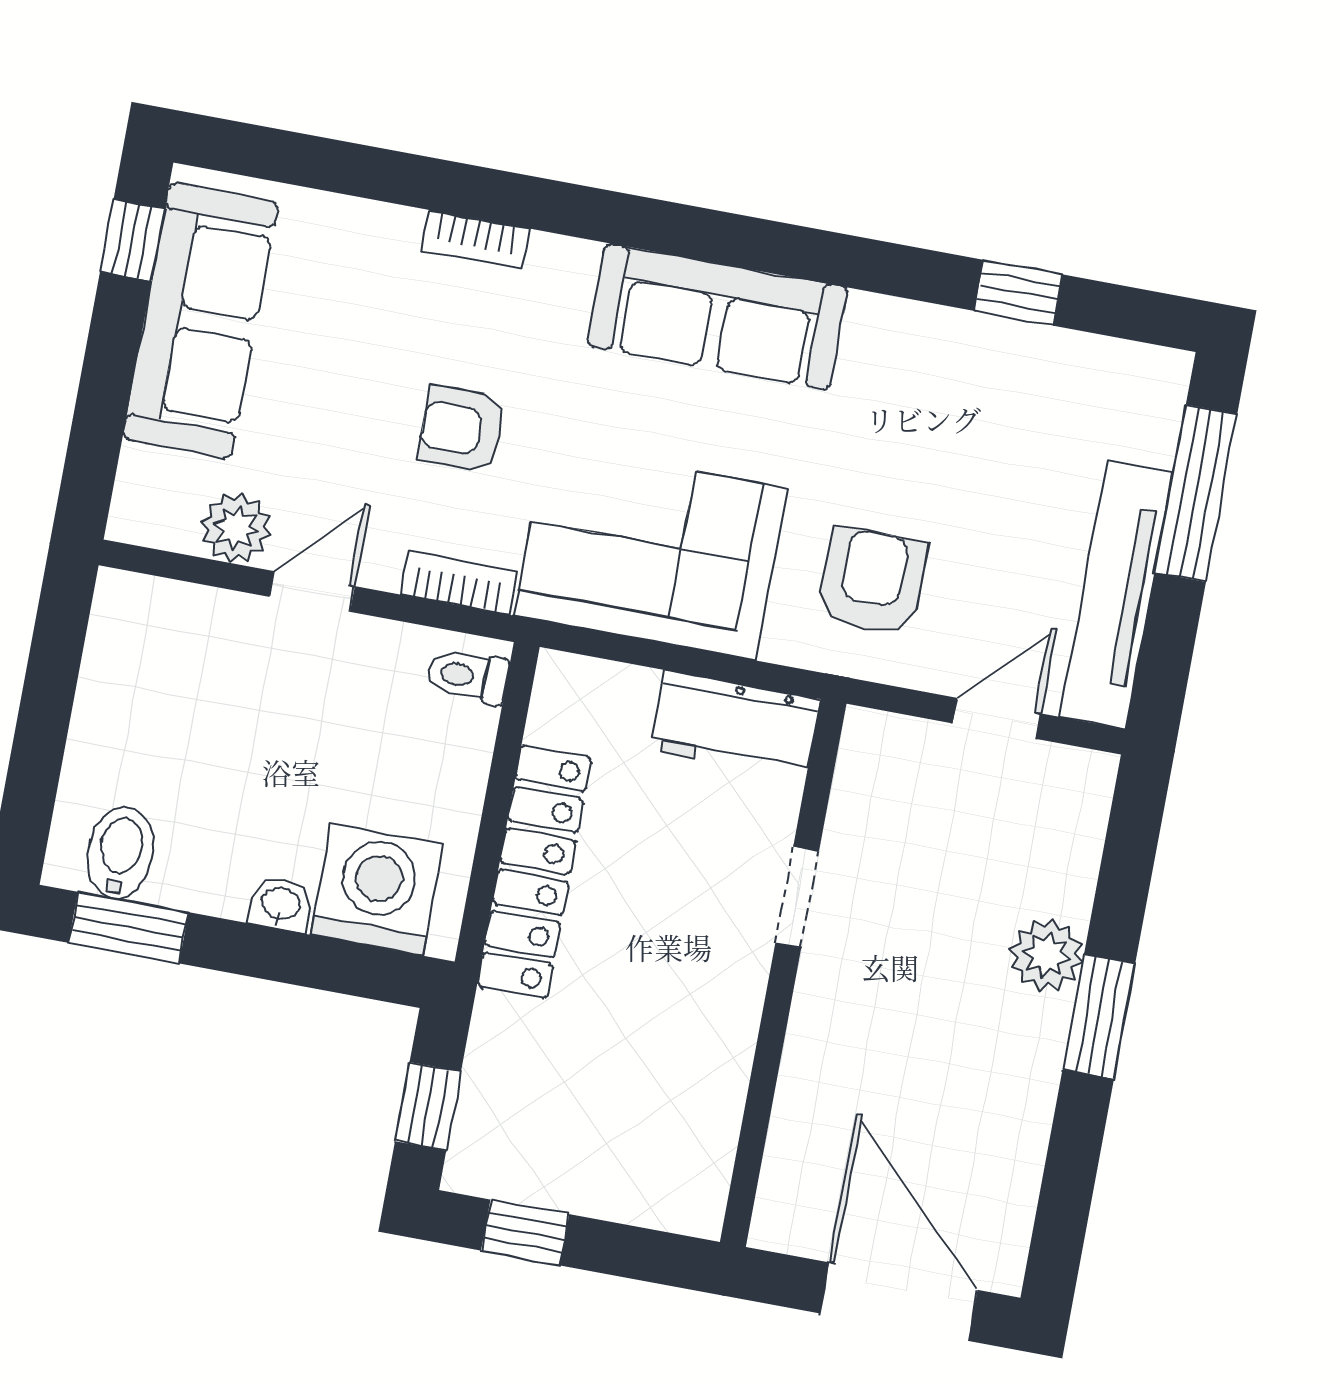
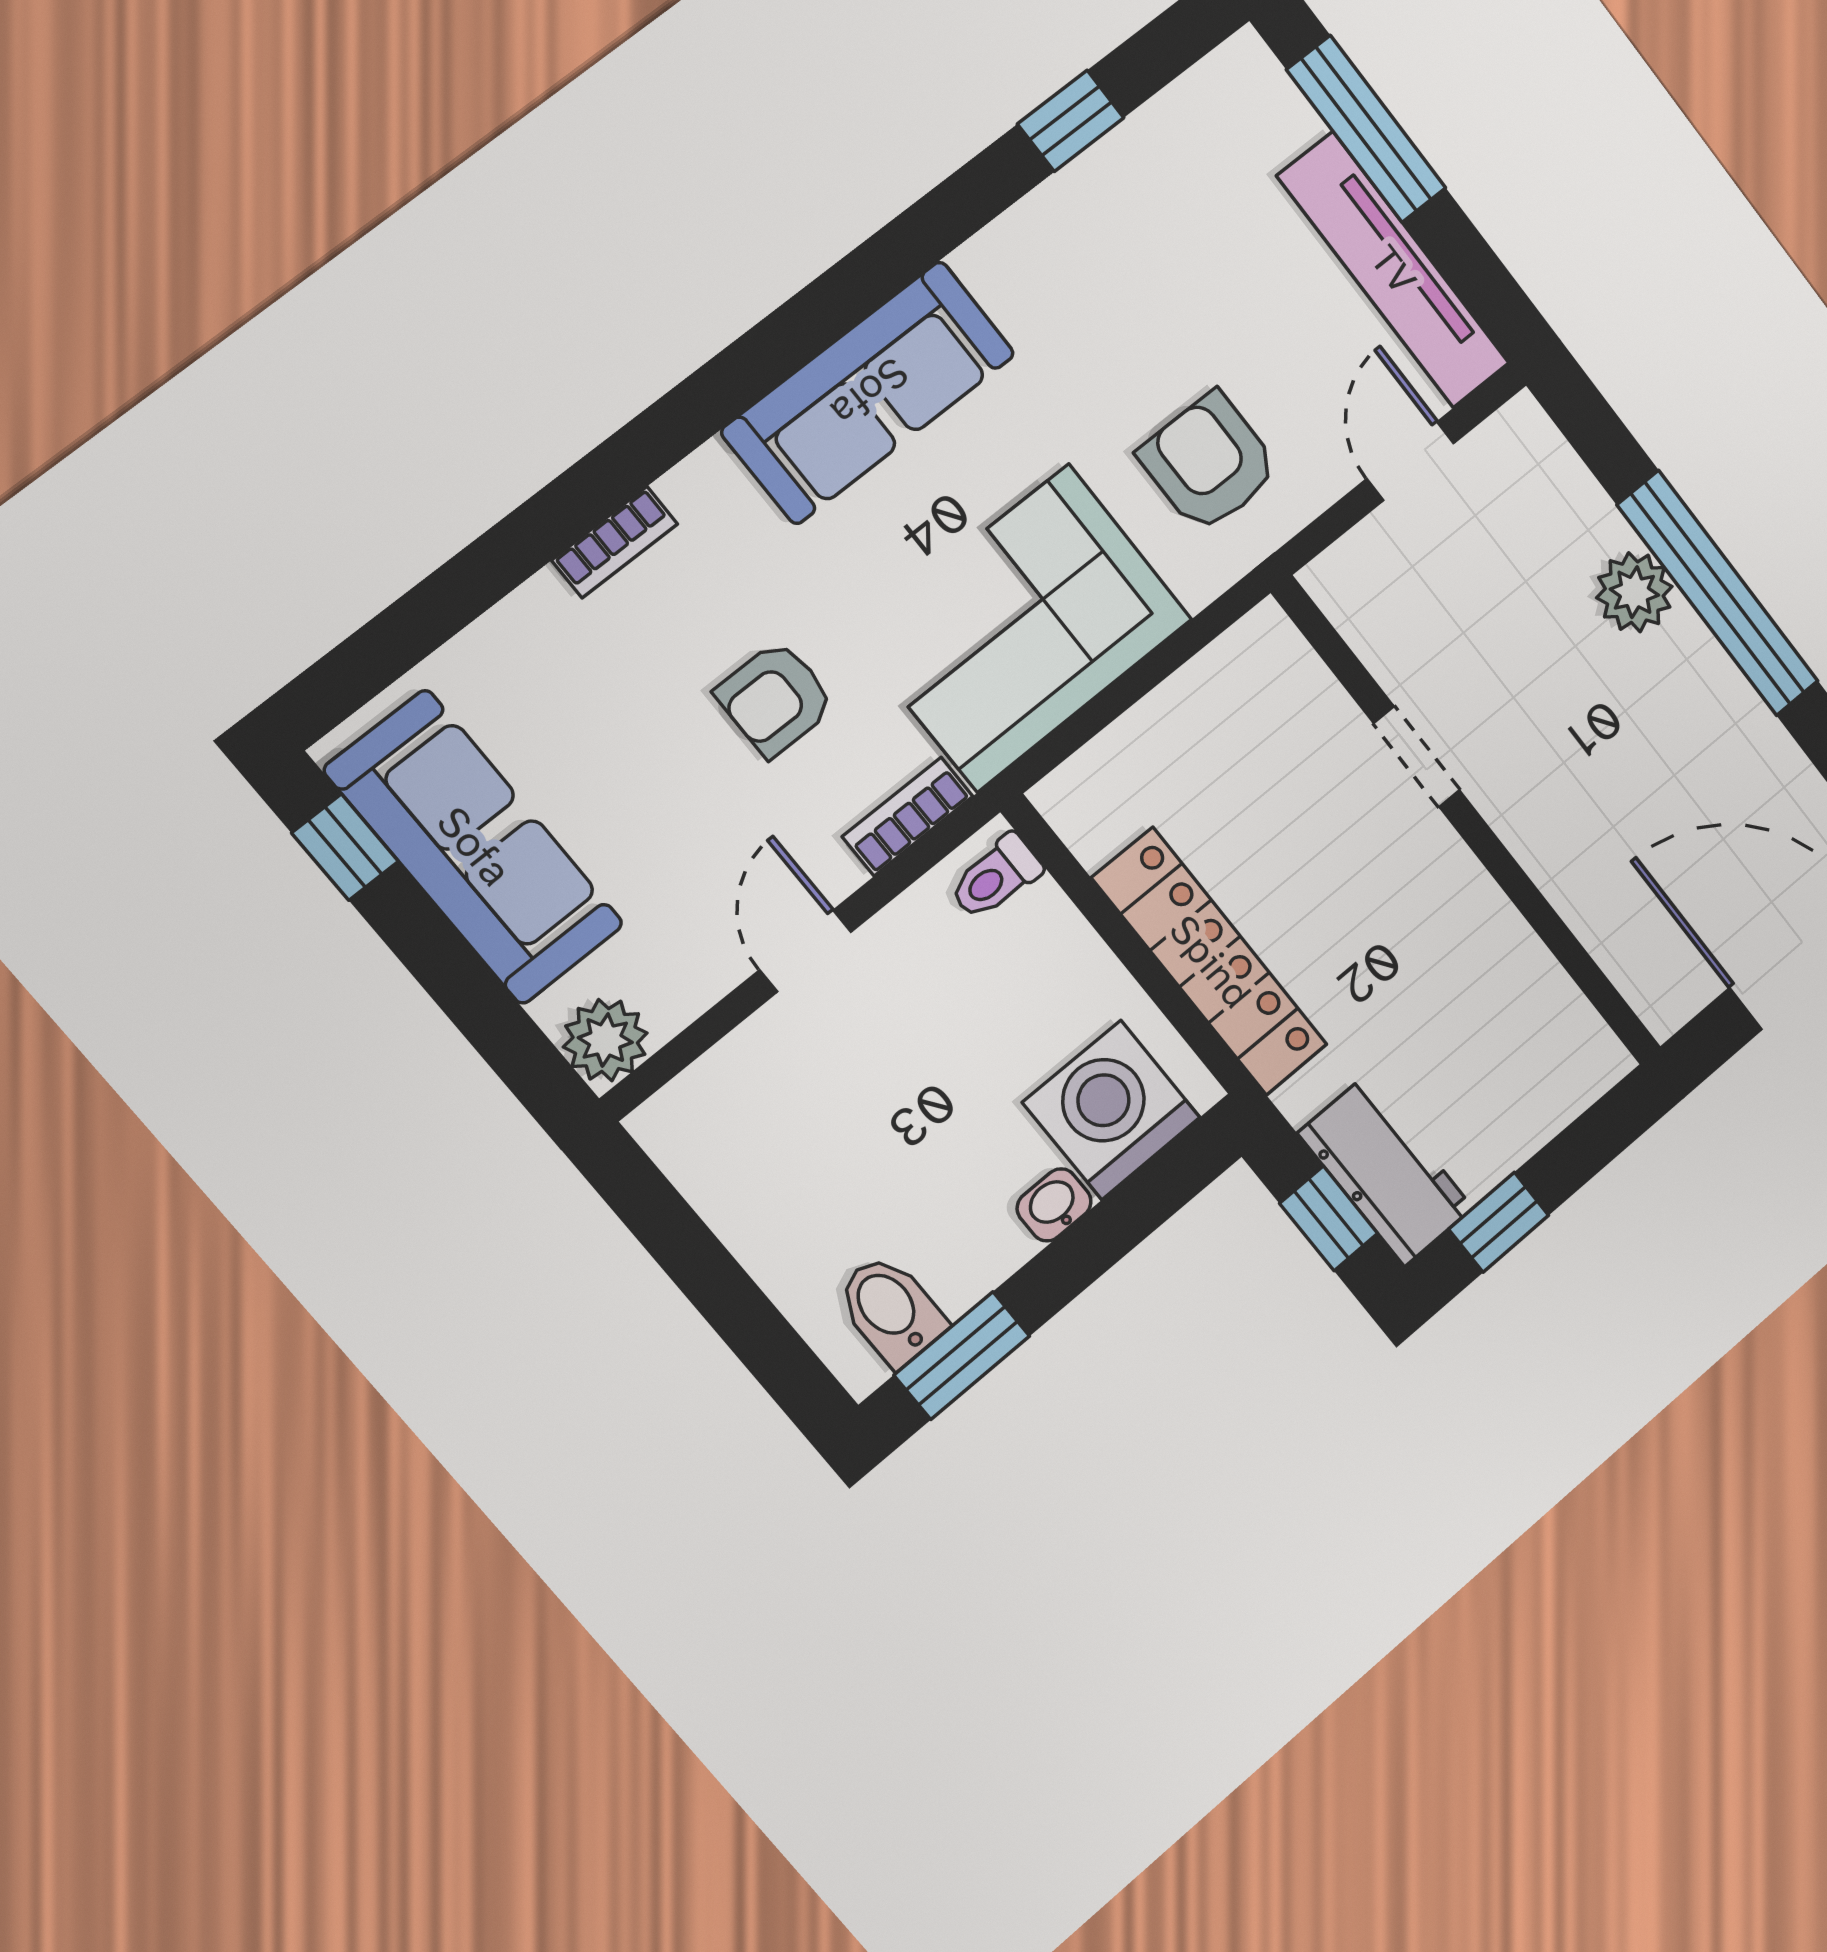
plant: (236, 528) -> (605, 1040), moved
workbench: (735, 725) -> (1386, 1171), moved, turned -90
window: (1099, 1016) -> (1718, 593), width x2.11

